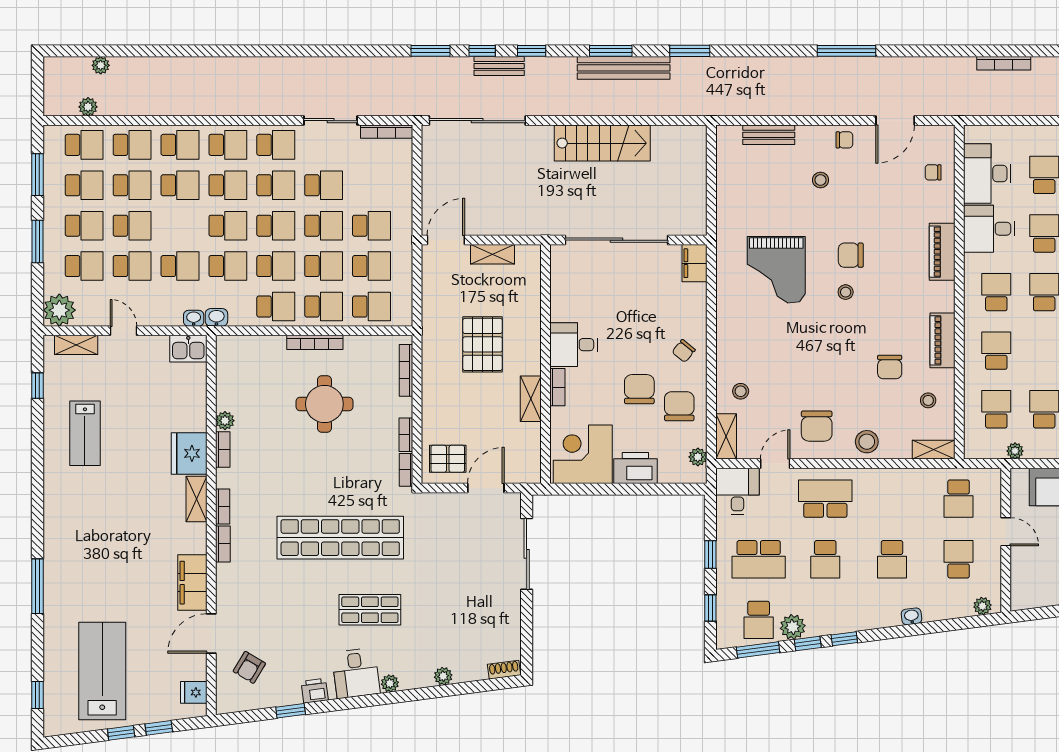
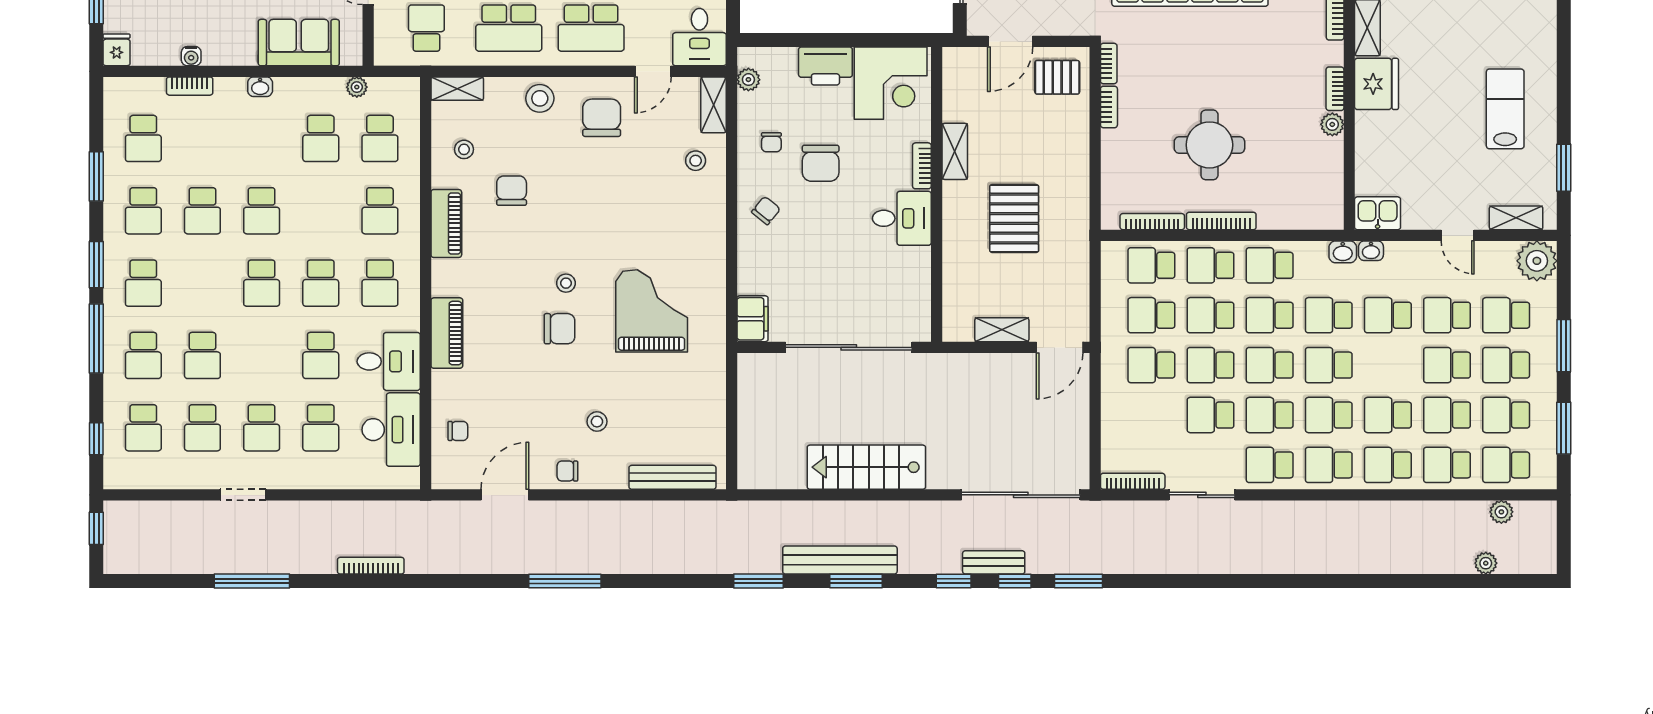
bench: (769, 135) -> (672, 477), width x1.36
bookcase: (406, 370) -> (1152, 222), moved, turned -90
window: (37, 386) -> (1564, 168), width x1.50
chair: (679, 406) -> (771, 142), width x0.54, depth x0.54
school desk: (892, 499) -> (509, 28), added

